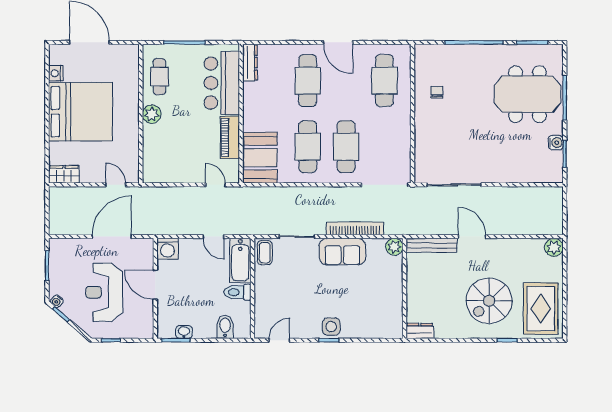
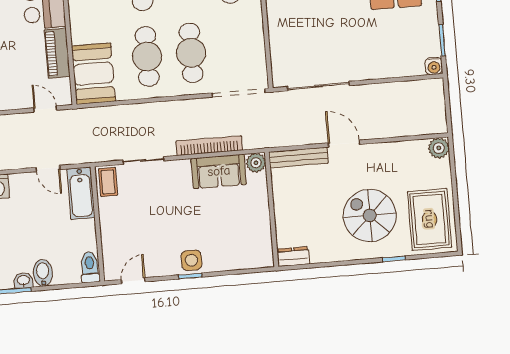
water cooler: (556, 143) -> (434, 66), moved, turned 90
sofa: (342, 252) -> (219, 171), moved
toilet: (237, 292) -> (90, 267), moved, turned 90
spiral stairs: (489, 301) -> (370, 215), turned 90
bidet: (225, 327) -> (43, 273), moved

